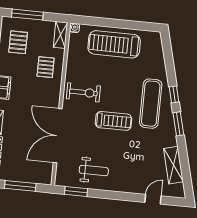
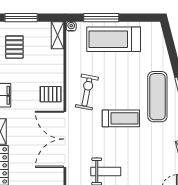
window: (104, 22) -> (101, 18), added
pallet: (46, 67) -> (51, 94), moved, turned 90
exercise bike: (83, 92) -> (87, 92), turned -79

